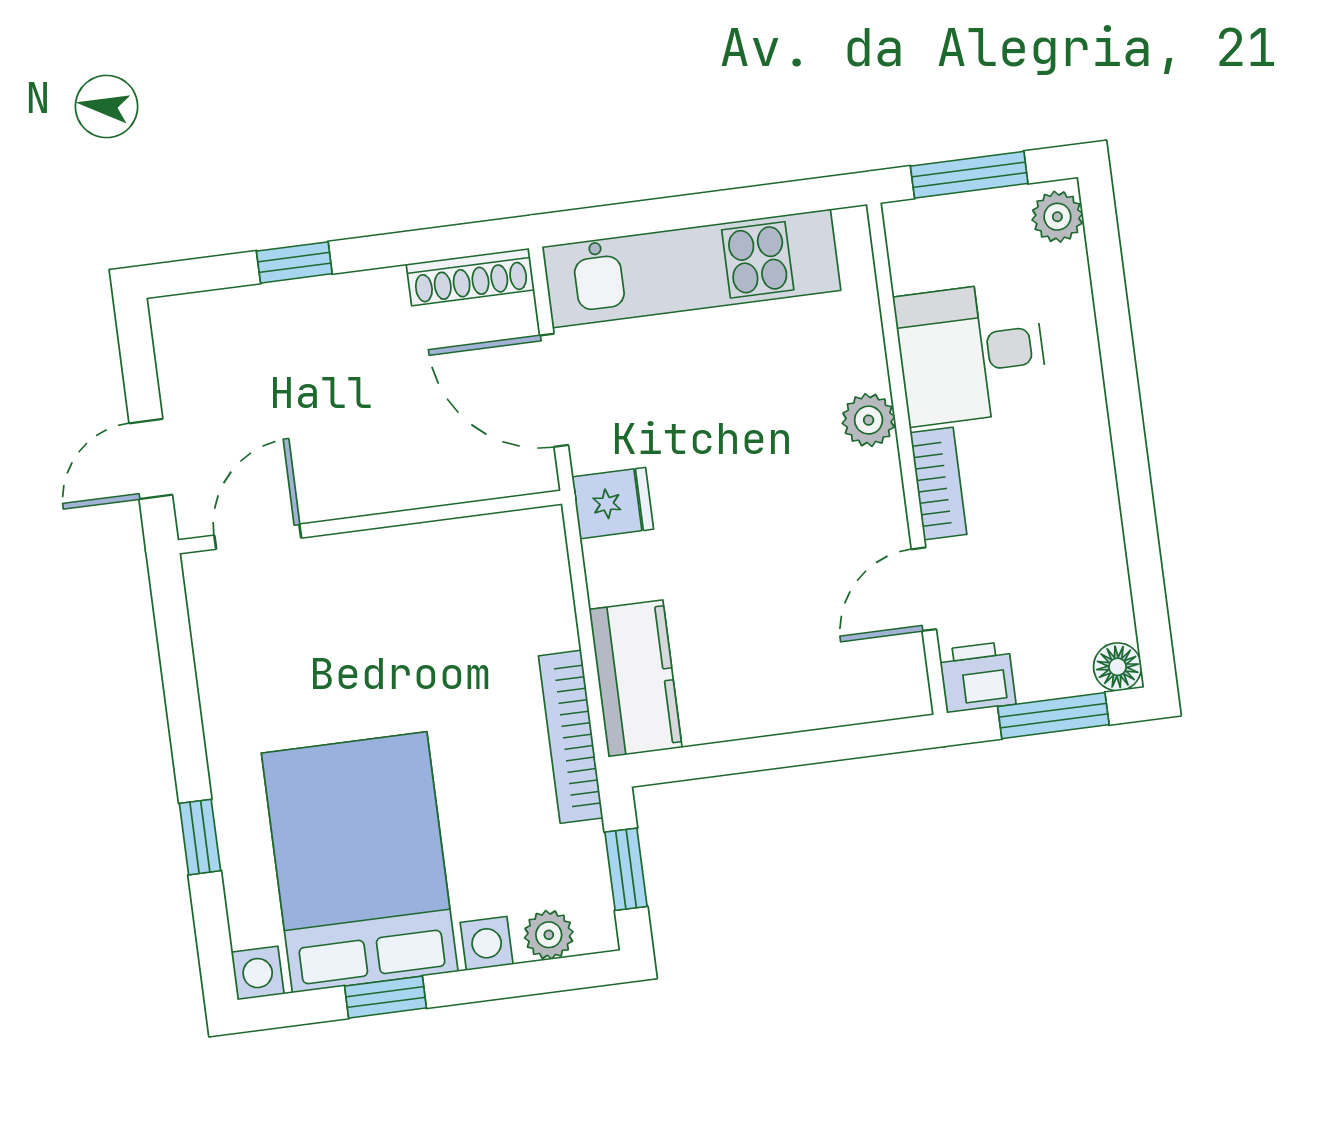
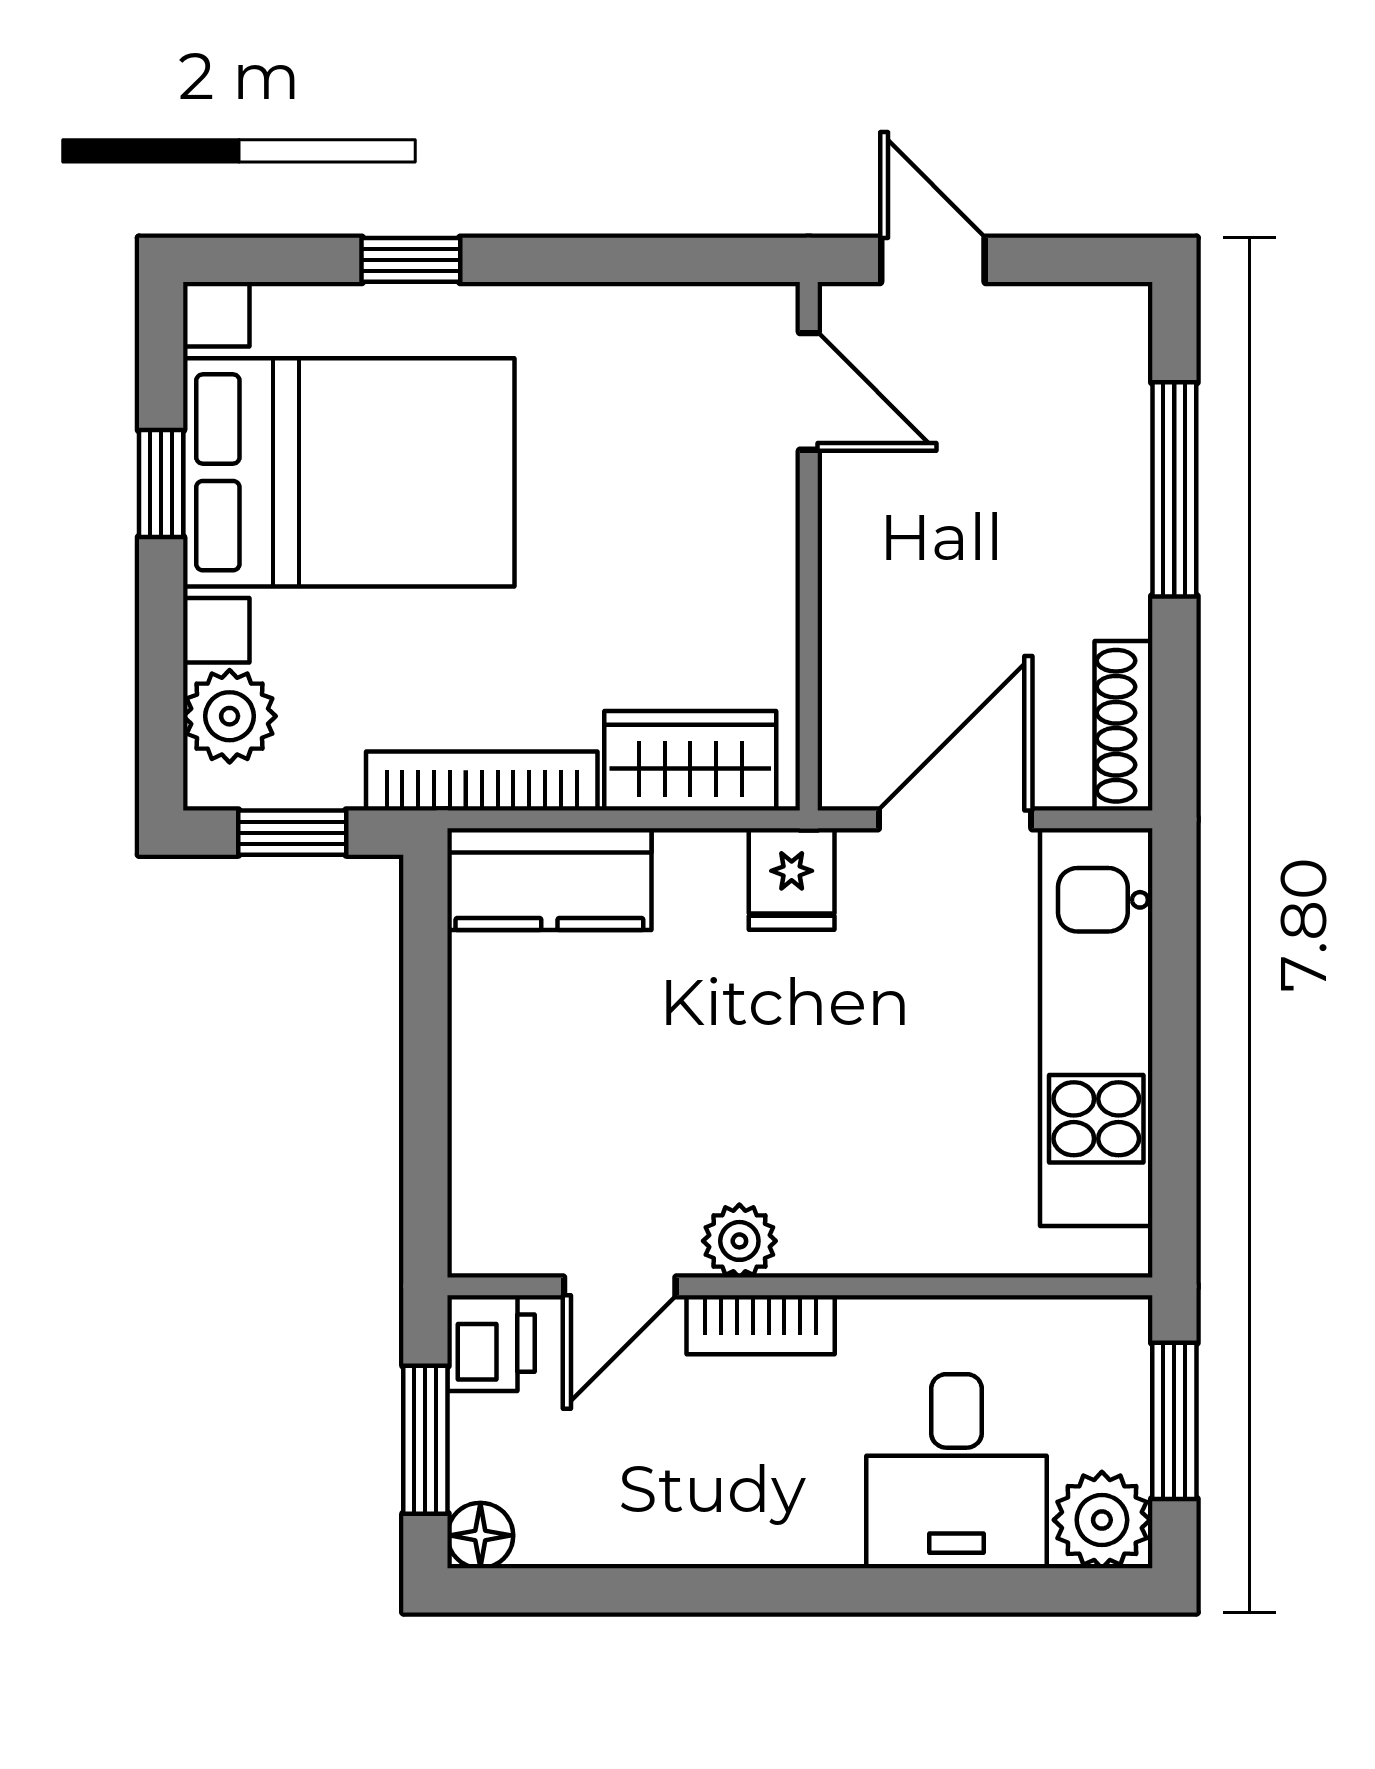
plant: (1057, 217) -> (1102, 1520), width x1.38, depth x1.38
window: (294, 262) -> (1174, 489), width x2.17
desk: (971, 353) -> (957, 1471), moved, turned 180
plant: (869, 420) -> (739, 1241), moved
wardrobe: (537, 588) -> (690, 761), added
door: (924, 589) -> (620, 1286), swing flipped
plant: (549, 935) -> (230, 716), width x1.38, depth x1.38

